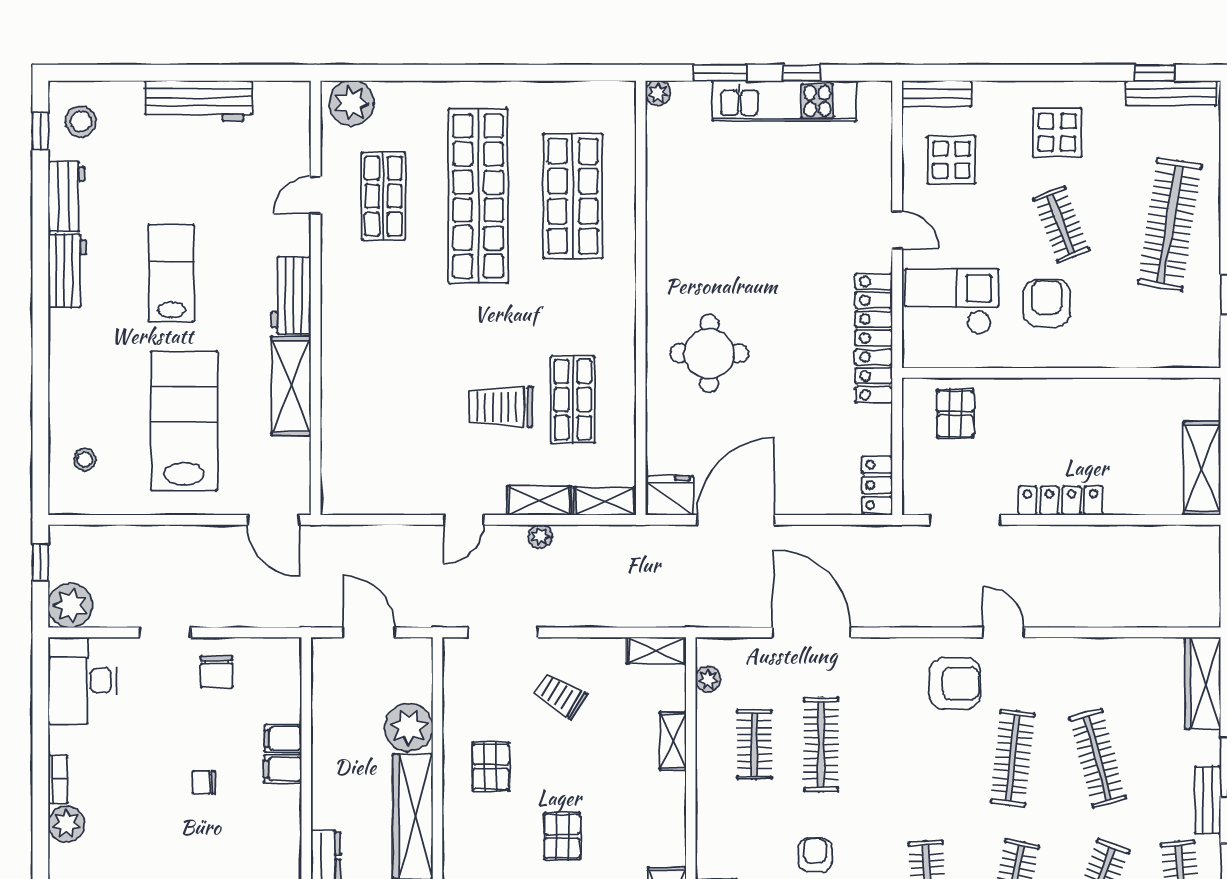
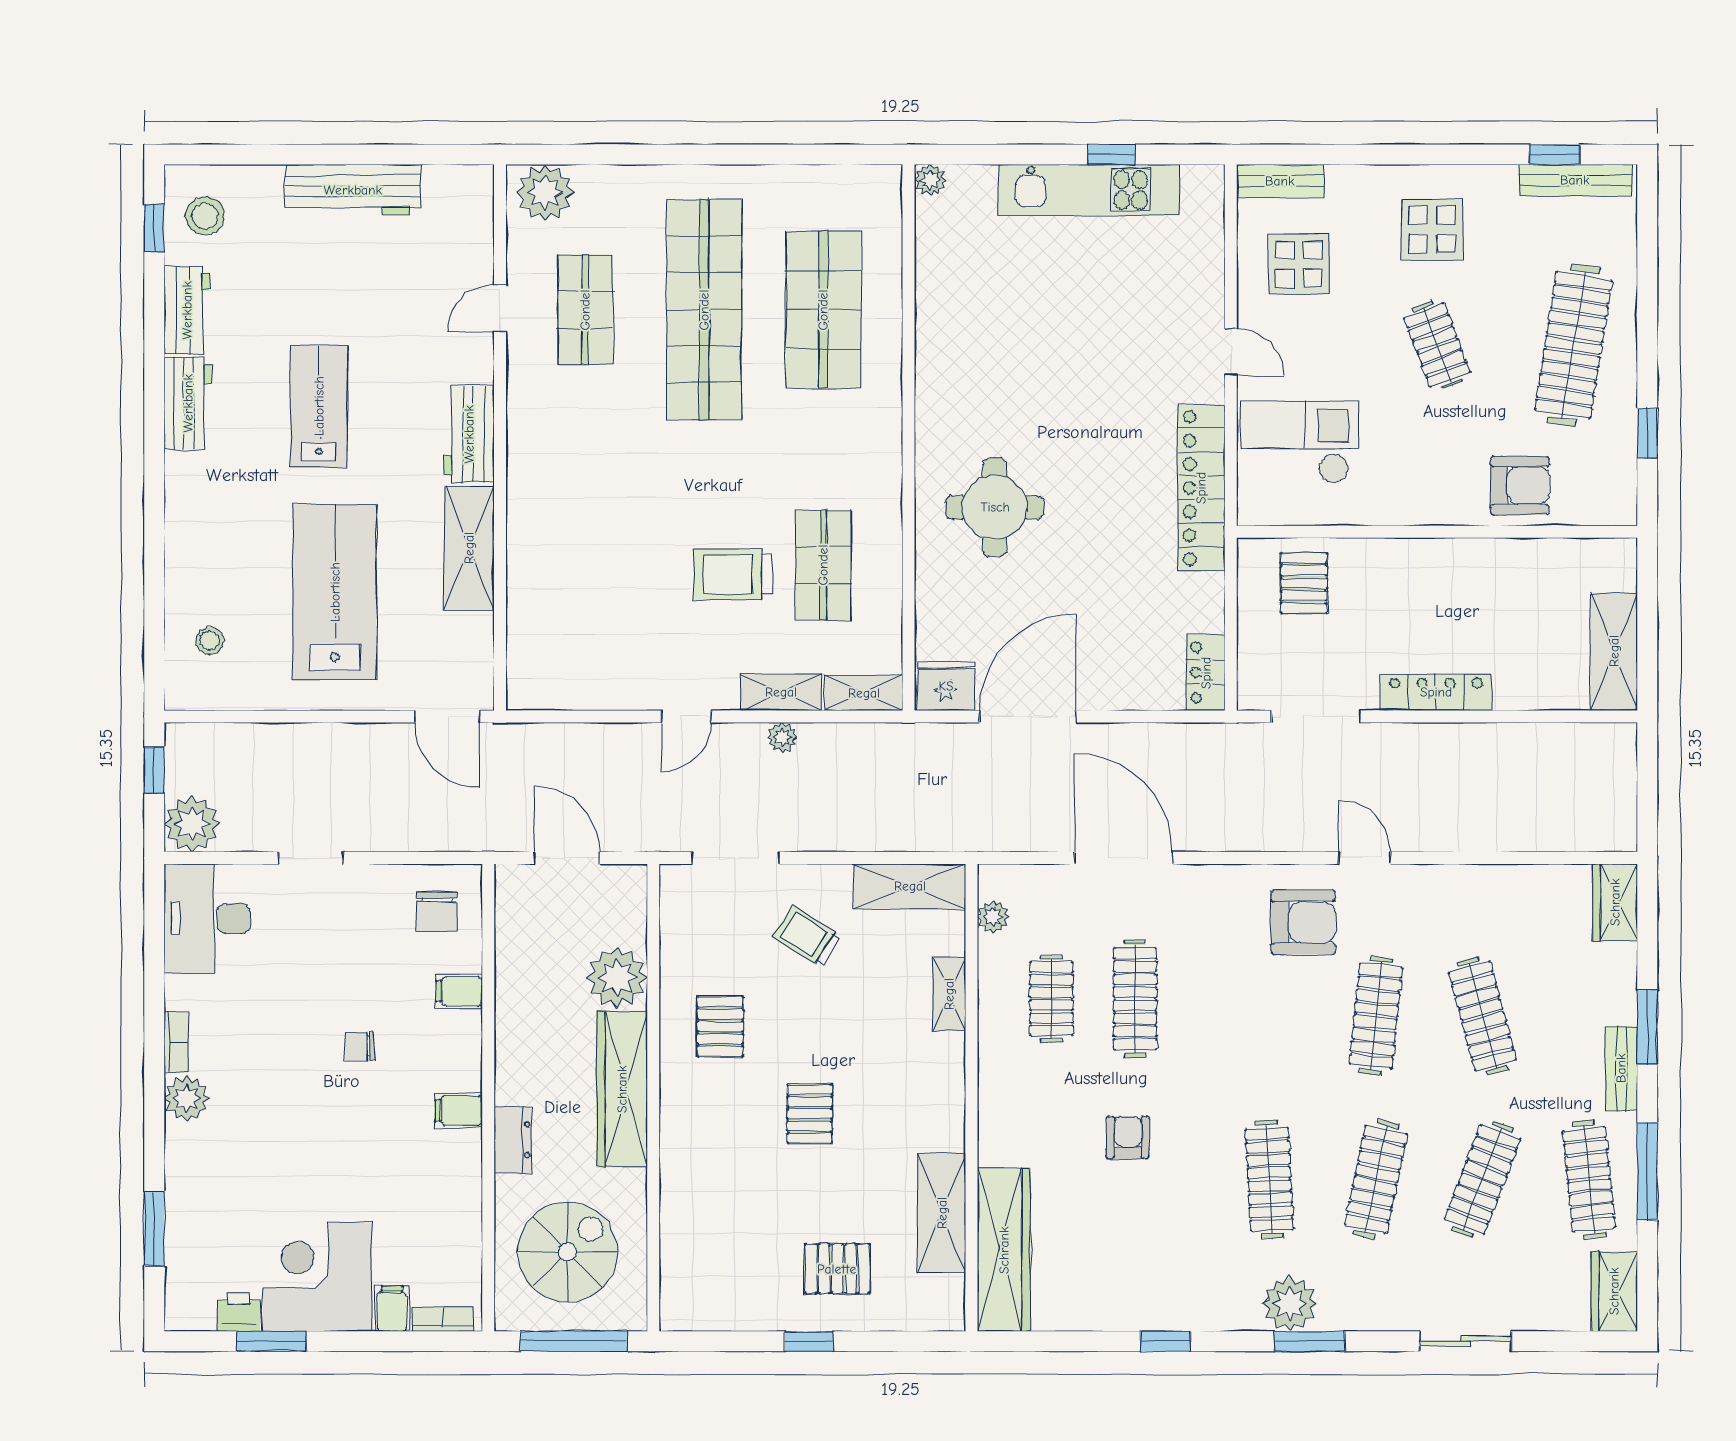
window: (720, 73) -> (1008, 155), removed
armchair: (1047, 303) -> (1520, 486), moved, turned 90
shelving: (656, 650) -> (910, 886), width x1.50, depth x1.33
chair: (217, 672) -> (437, 912), moved
wardrobe: (1203, 683) -> (1615, 902), width x0.67
filing cabinet: (283, 769) -> (458, 1110), moved

